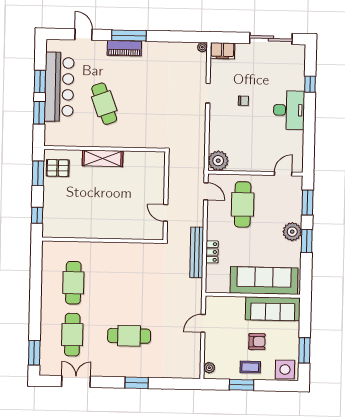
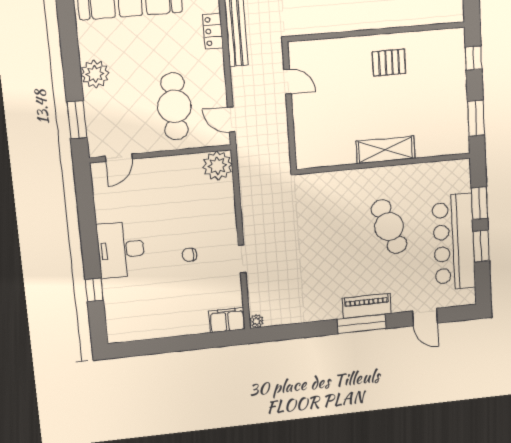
sliding door: (271, 38) -> (159, 346), removed
pallet: (58, 168) -> (389, 63), moved
window: (307, 241) -> (71, 62), removed

